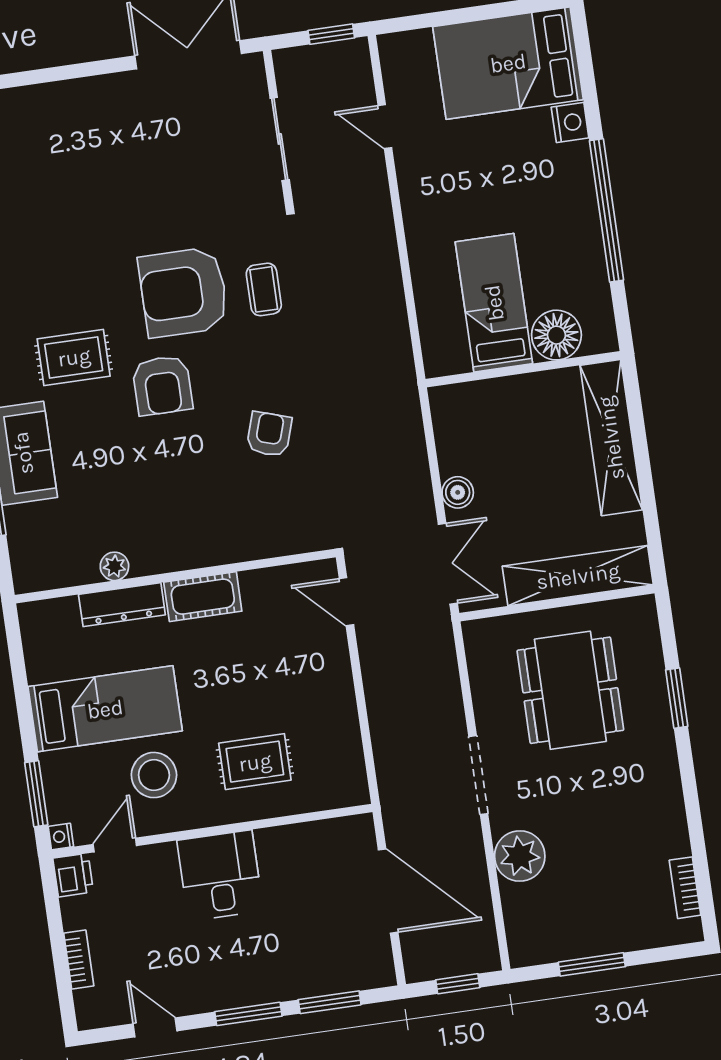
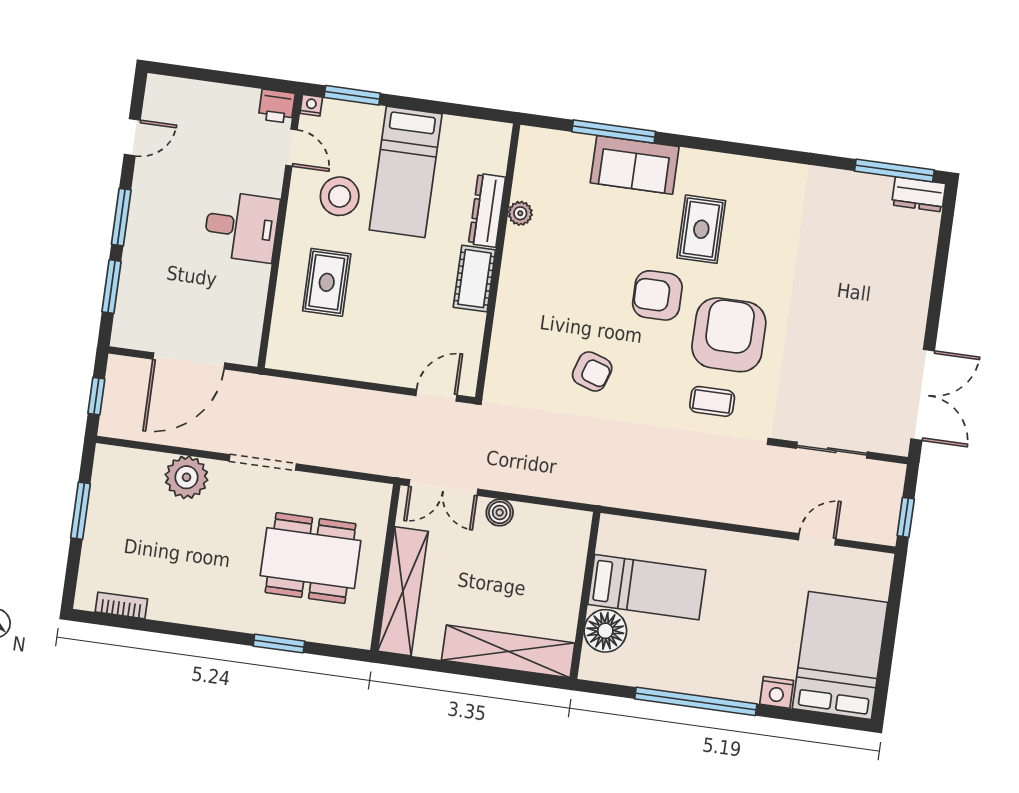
bookcase: (79, 960) -> (206, 91), removed

